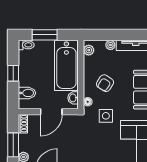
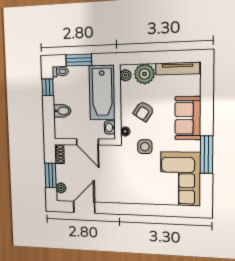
plant: (110, 45) -> (145, 74), width x1.88, depth x1.88
window: (13, 73) -> (48, 87), moved
bidet: (27, 93) -> (62, 111), moved
door: (51, 112) -> (87, 142), hinge flipped

